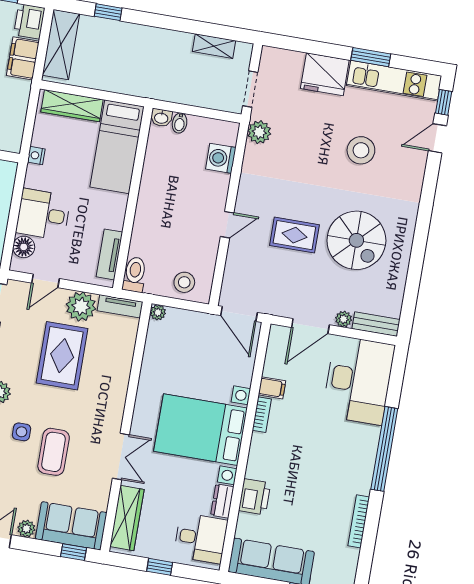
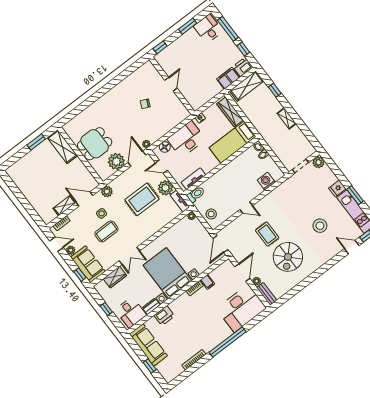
shelving: (214, 46) -> (287, 118), moved
fridge: (325, 74) -> (337, 188), width x0.53, depth x0.75
plant: (259, 132) -> (319, 162), moved
desk: (43, 214) -> (186, 139), width x1.37
door: (310, 326) -> (242, 272), swing flipped
wardrobe: (127, 518) -> (115, 277), width x0.67

